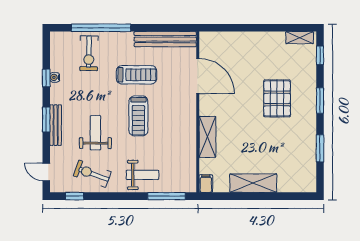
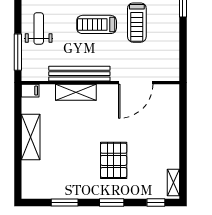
bench: (165, 39) -> (79, 74), moved, turned 90
pallet: (277, 98) -> (114, 160), turned 90
weight bench: (143, 175) -> (39, 29), turned 180

